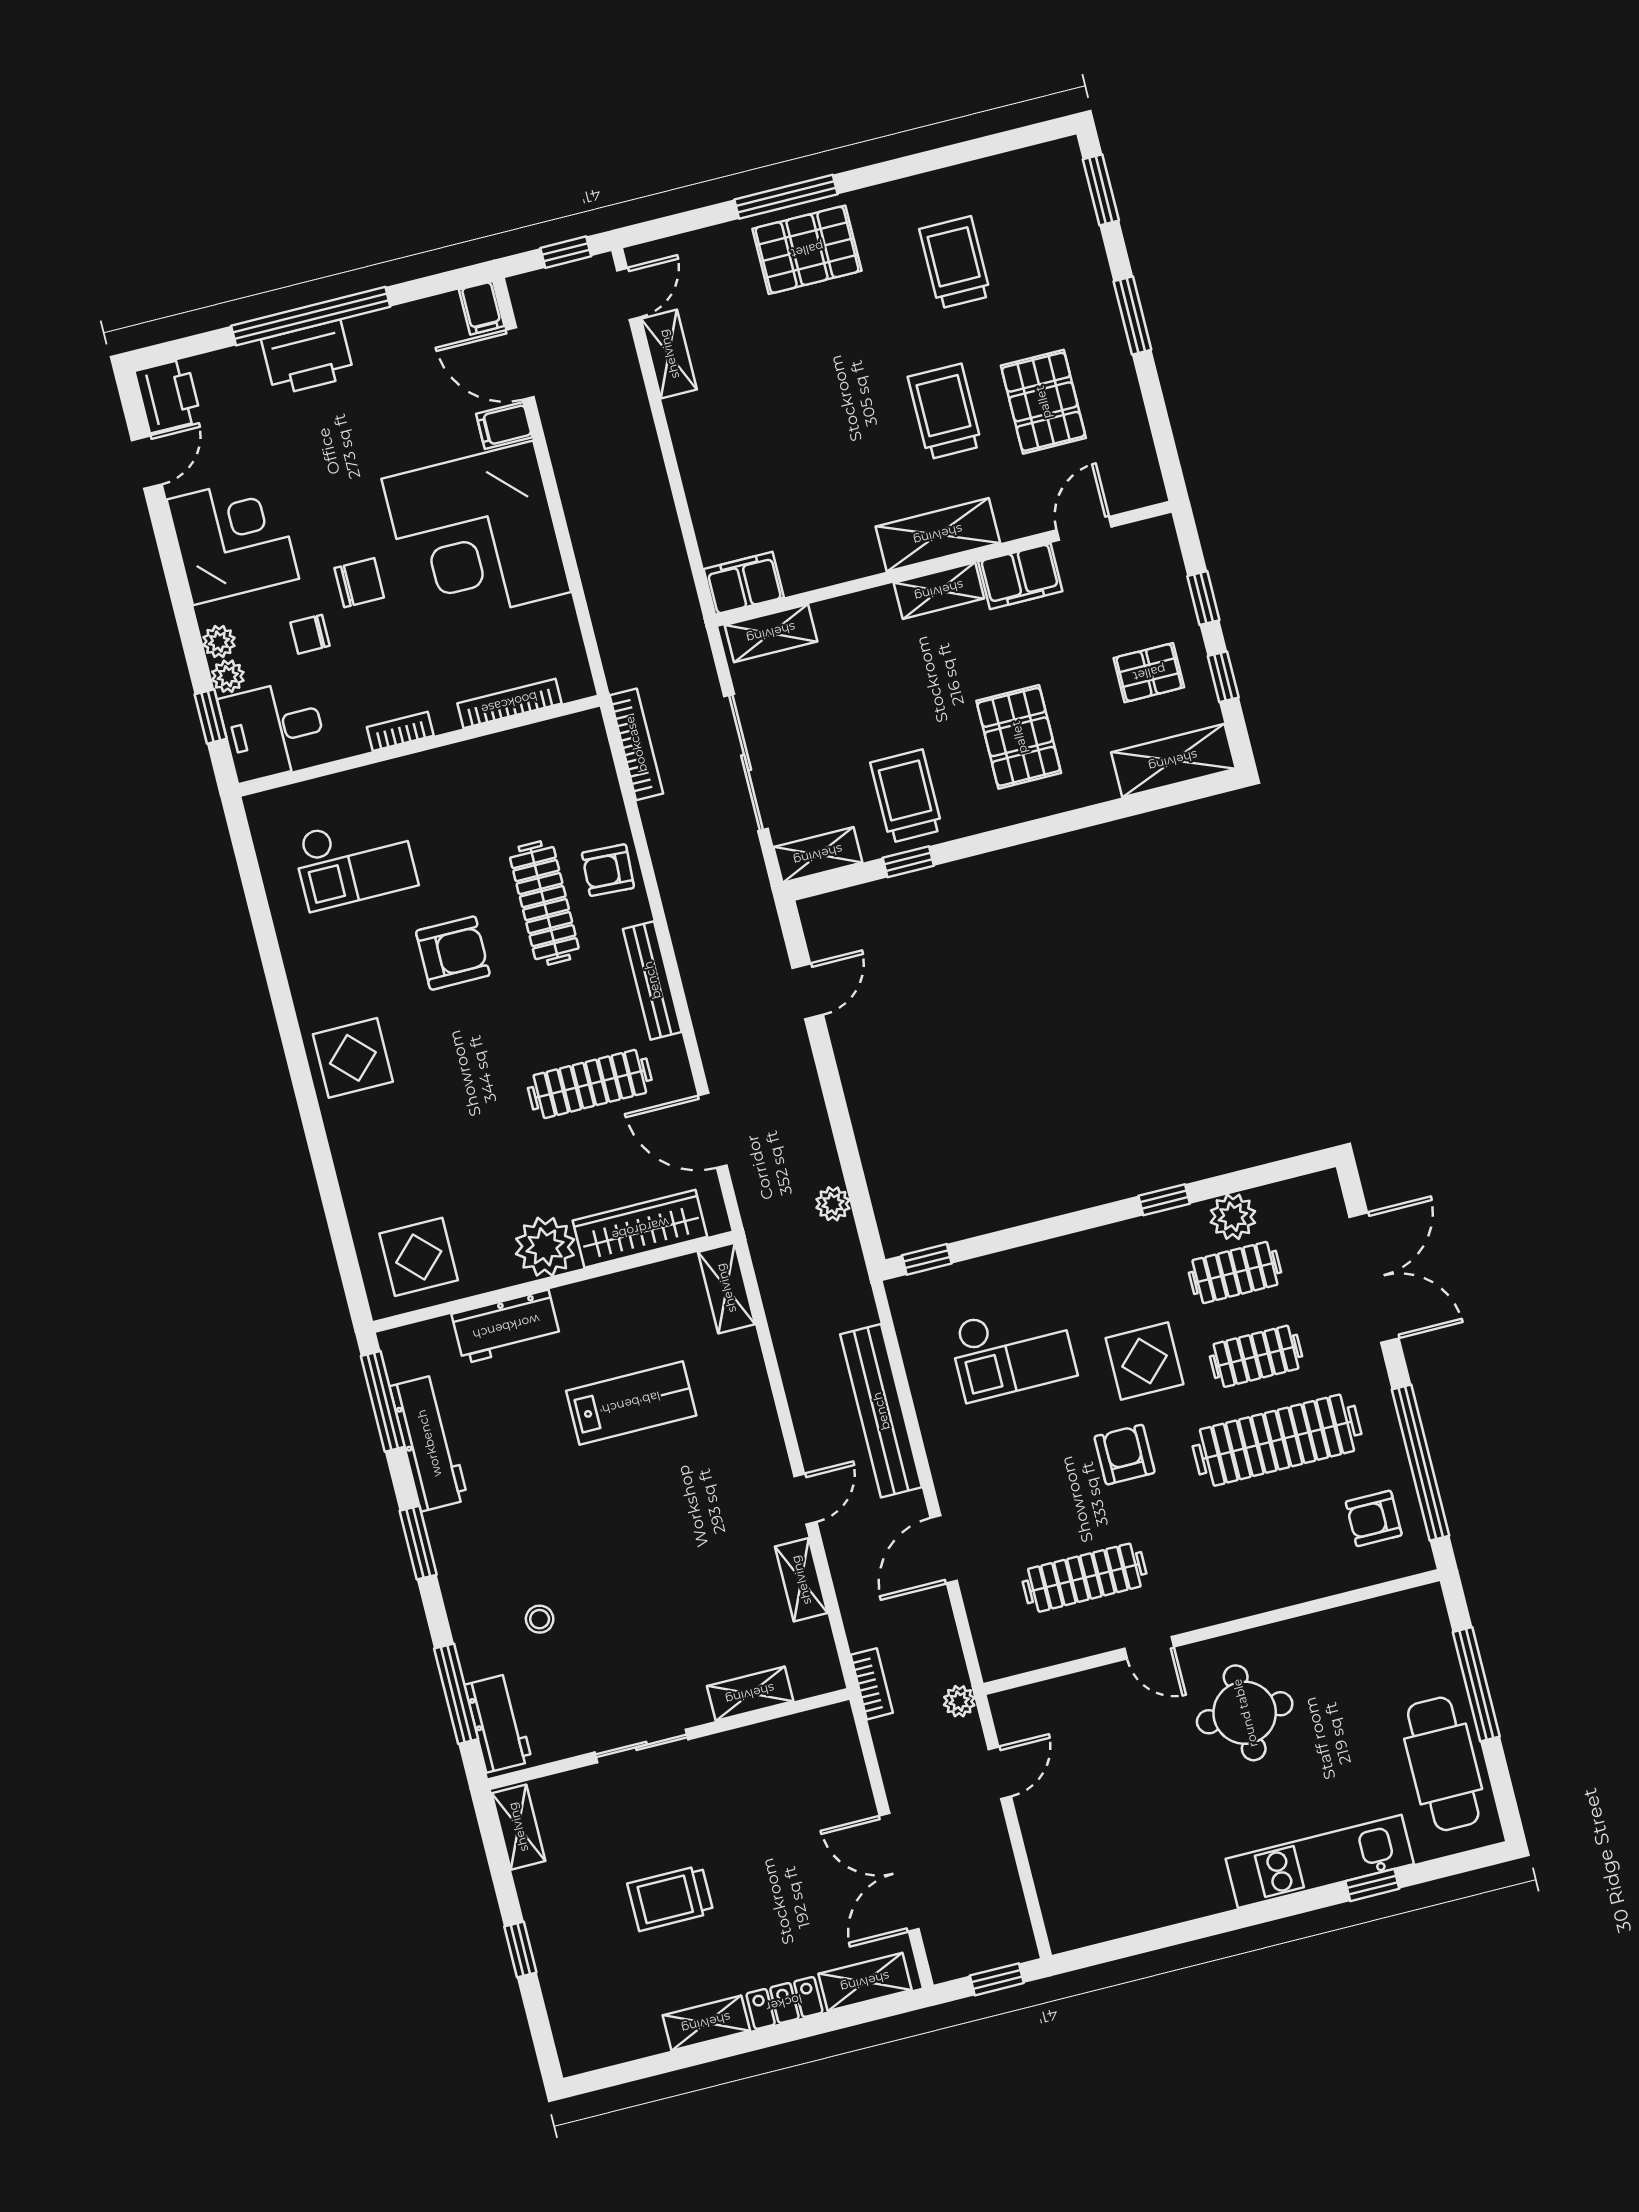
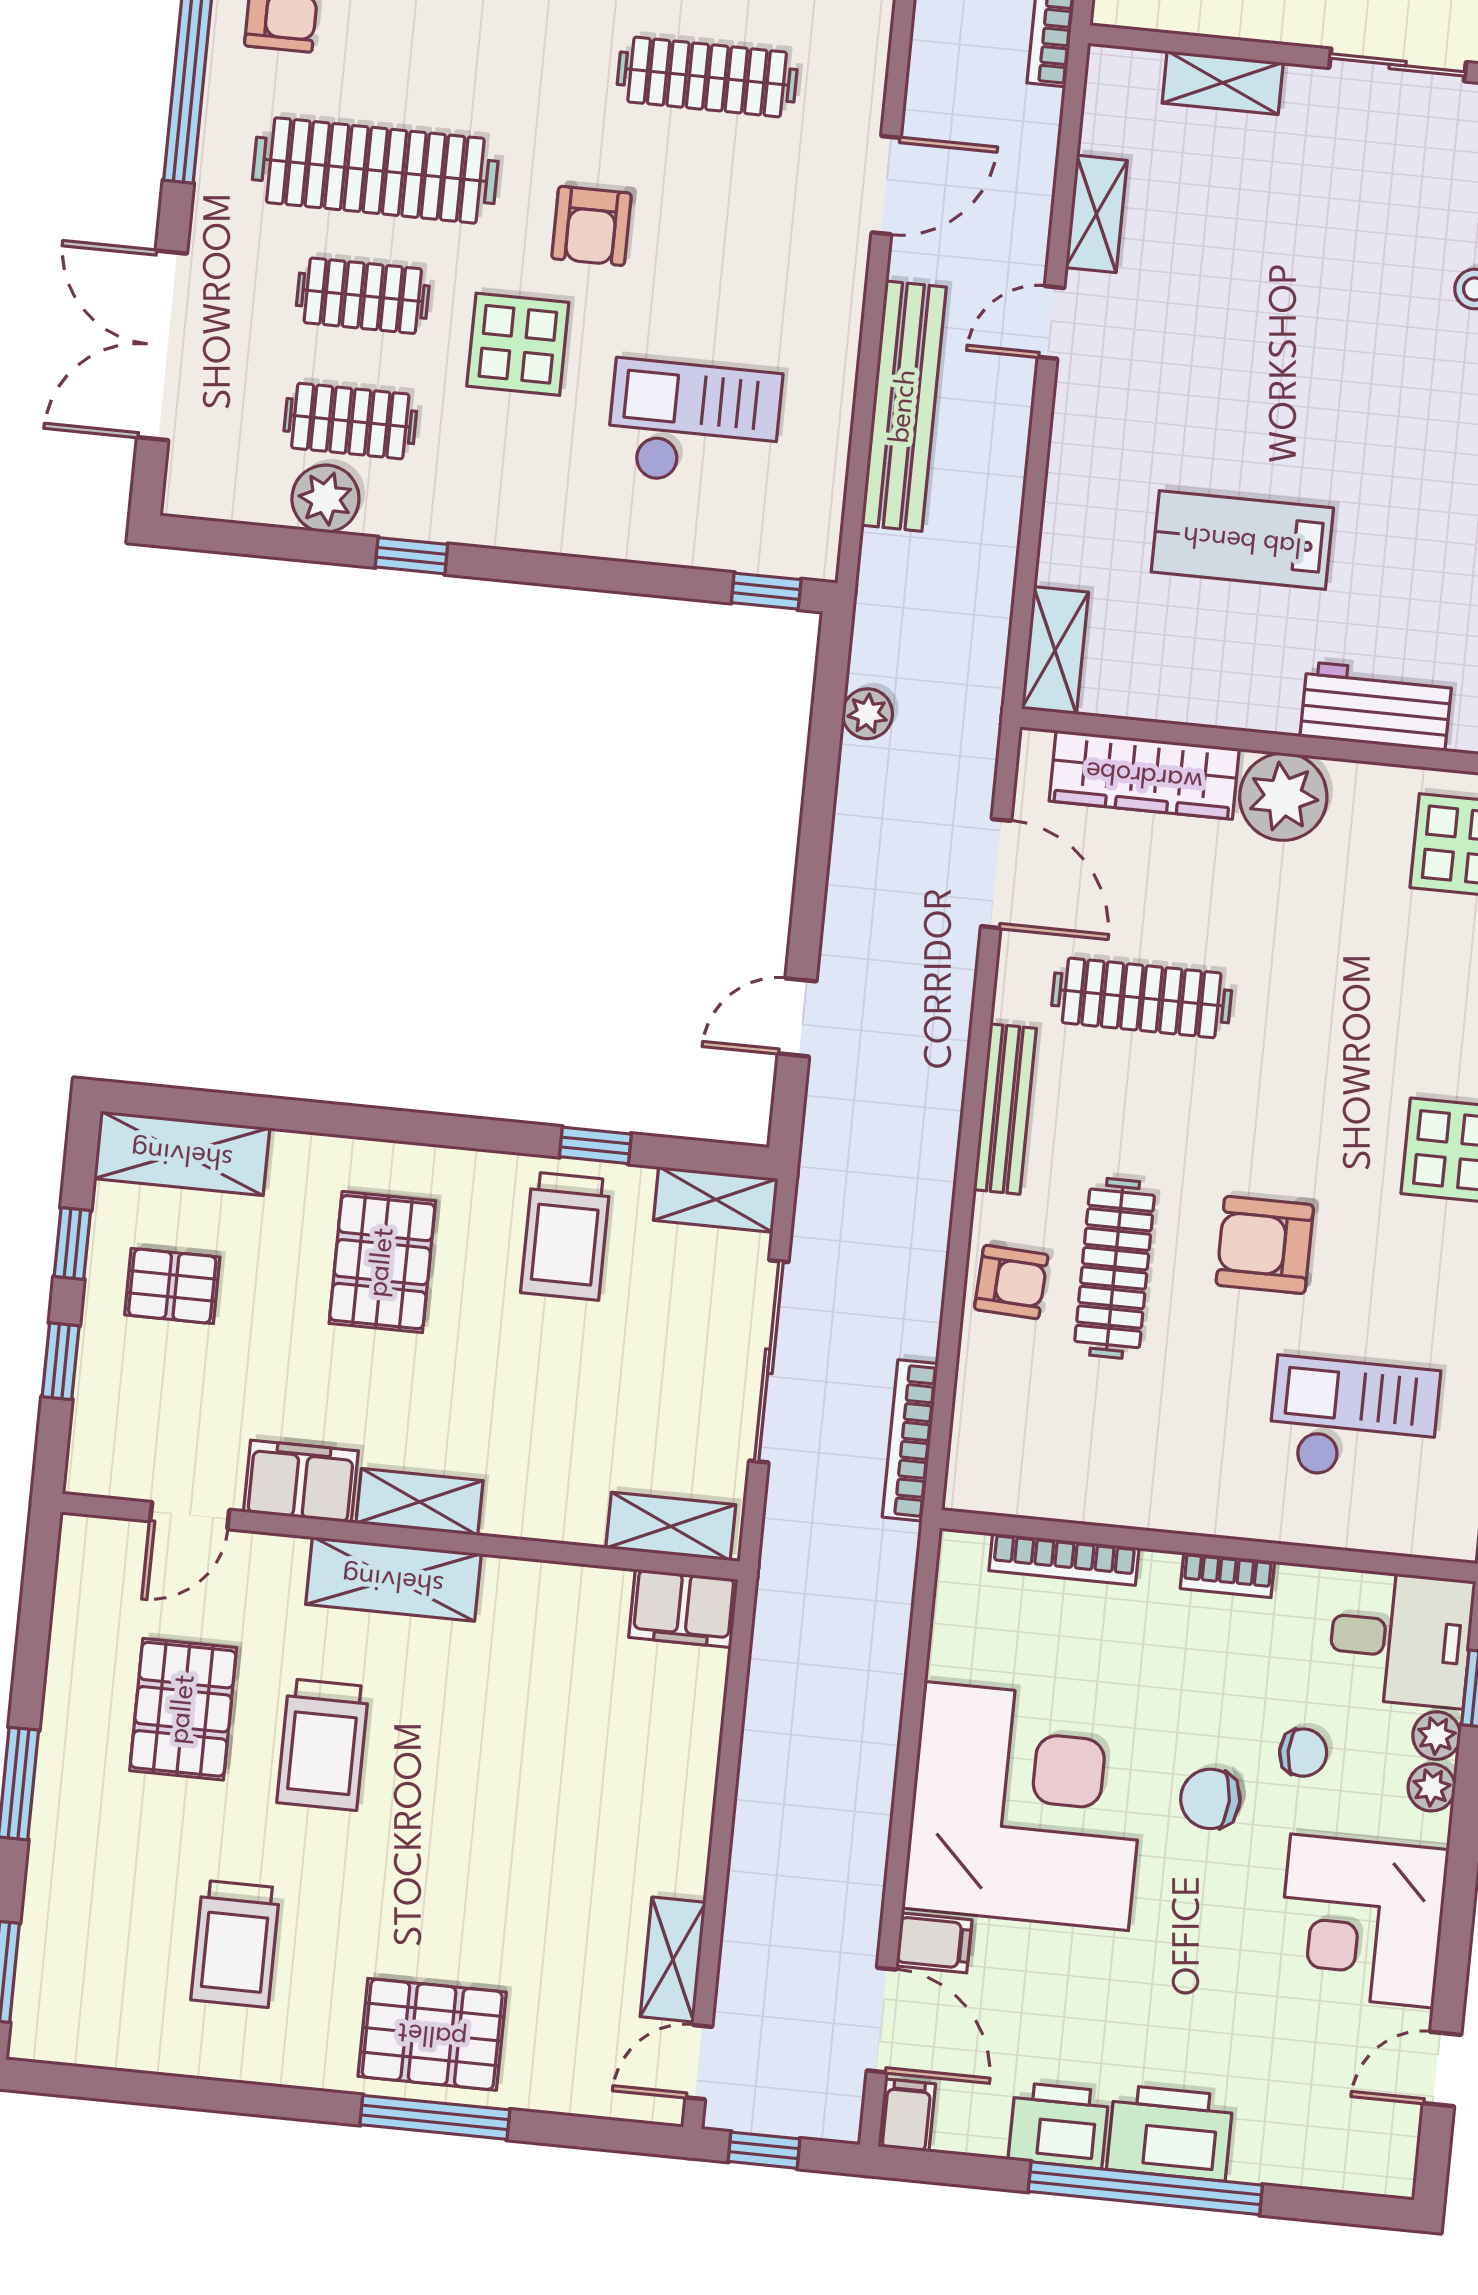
printer: (168, 396) -> (1059, 2126), moved, turned 90

